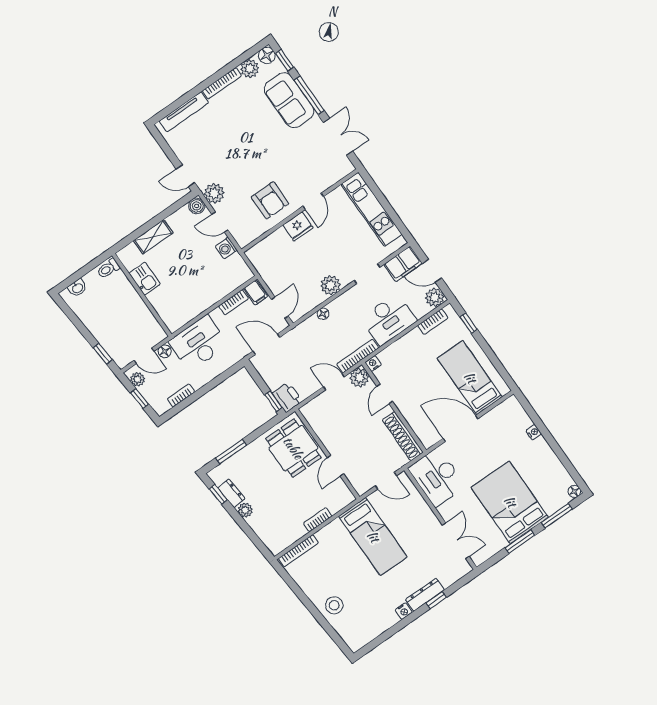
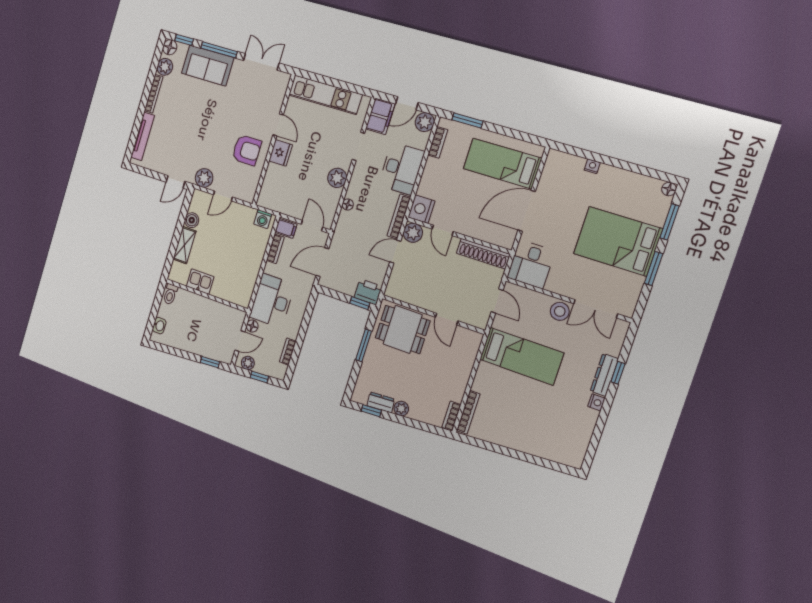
boiler: (197, 206) -> (192, 220), moved
washing machine: (226, 248) -> (263, 219), moved
window: (469, 323) -> (467, 121), width x1.50
nightstand: (373, 363) -> (421, 209), width x1.89, depth x1.79
window: (231, 452) -> (364, 345), moved
desk: (437, 477) -> (531, 264), width x0.73
door: (386, 481) -> (497, 301), hinge flipped
bookcase: (318, 520) -> (451, 416), moved
double door: (456, 541) -> (596, 309), swing flipped
stool: (334, 605) -> (560, 311), moved

